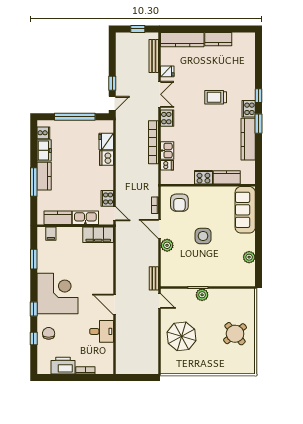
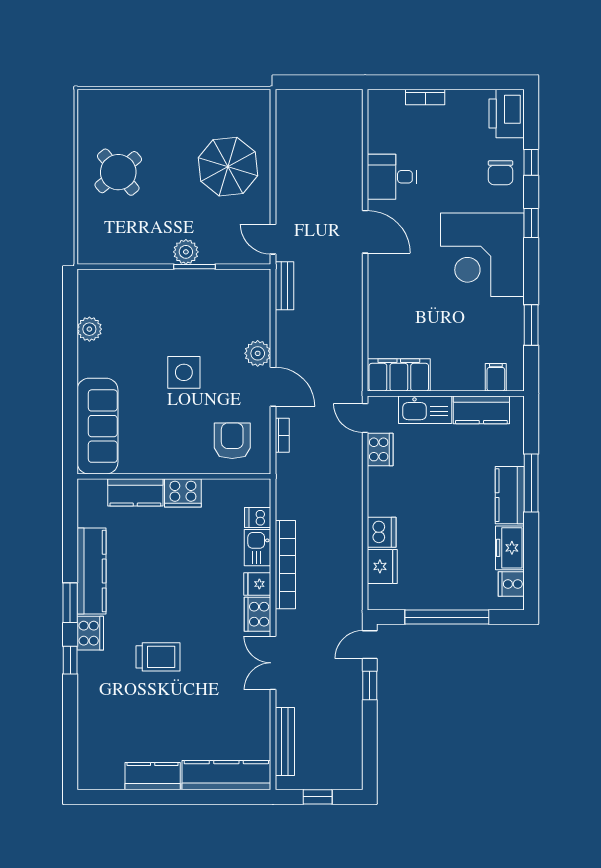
fridge: (167, 71) -> (257, 584), moved
printer: (63, 366) -> (507, 114), moved, turned 90

